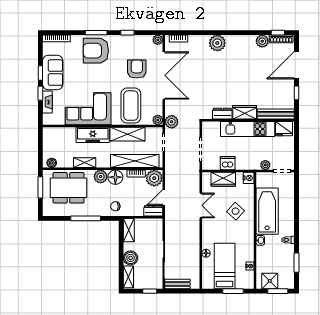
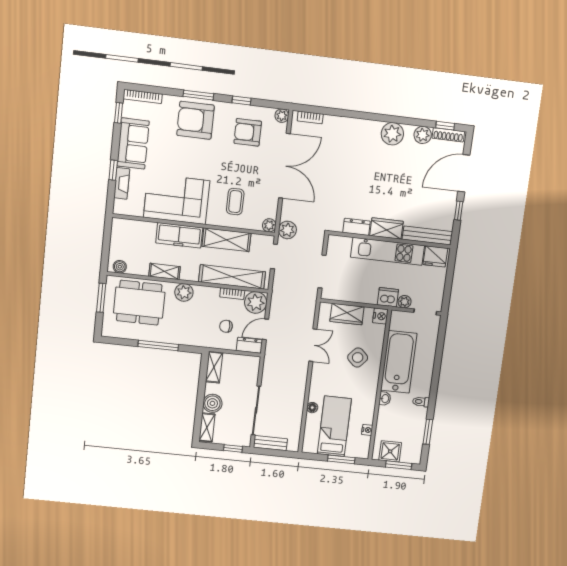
plant: (217, 43) -> (392, 134), moved
armchair: (137, 69) -> (248, 132), moved, turned -90
window: (40, 73) -> (119, 113), moved
coffee table: (131, 106) -> (235, 202), width x0.54, depth x0.58
dishwasher: (228, 163) -> (388, 297), moved
floor lamp: (115, 177) -> (204, 296), removed
chair: (115, 206) -> (226, 326), moved

